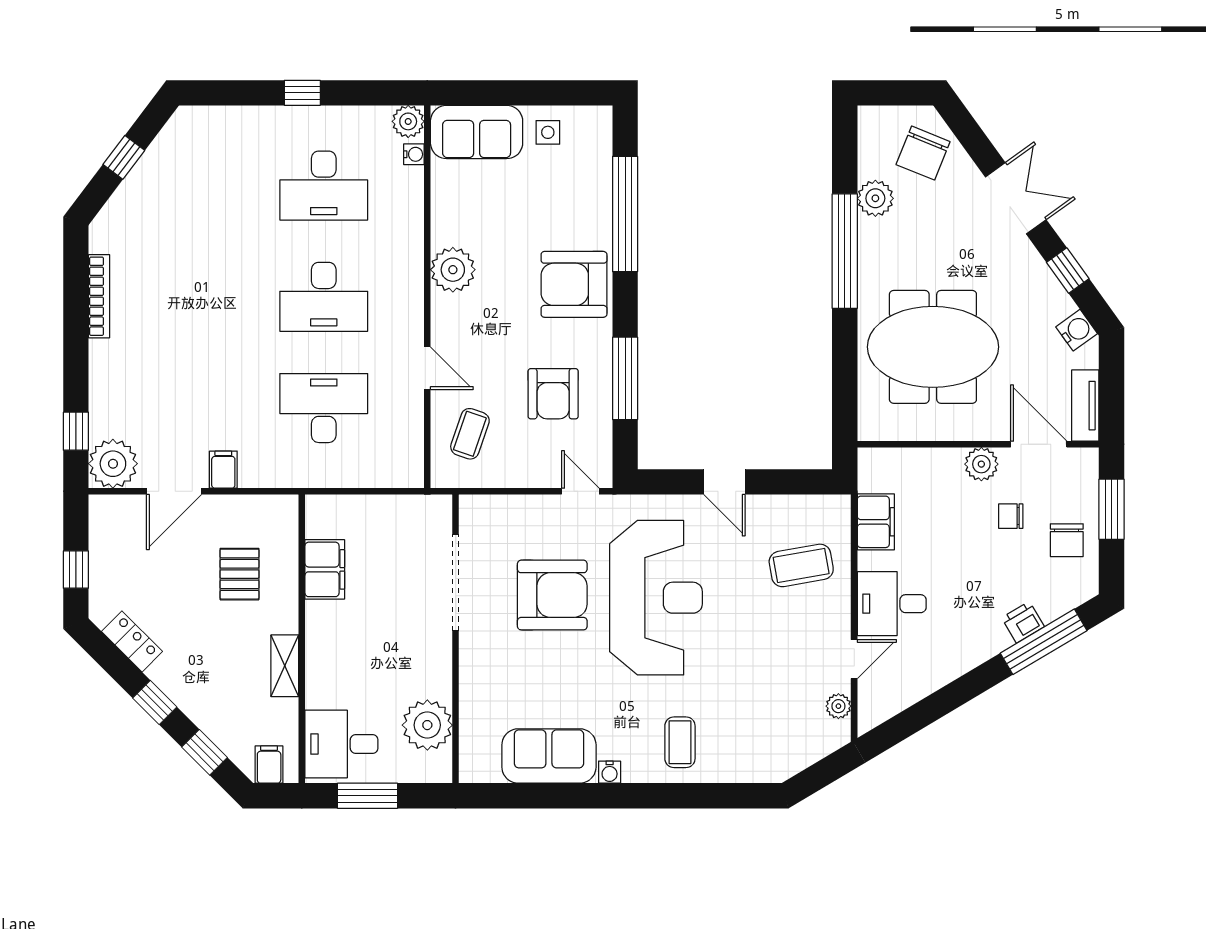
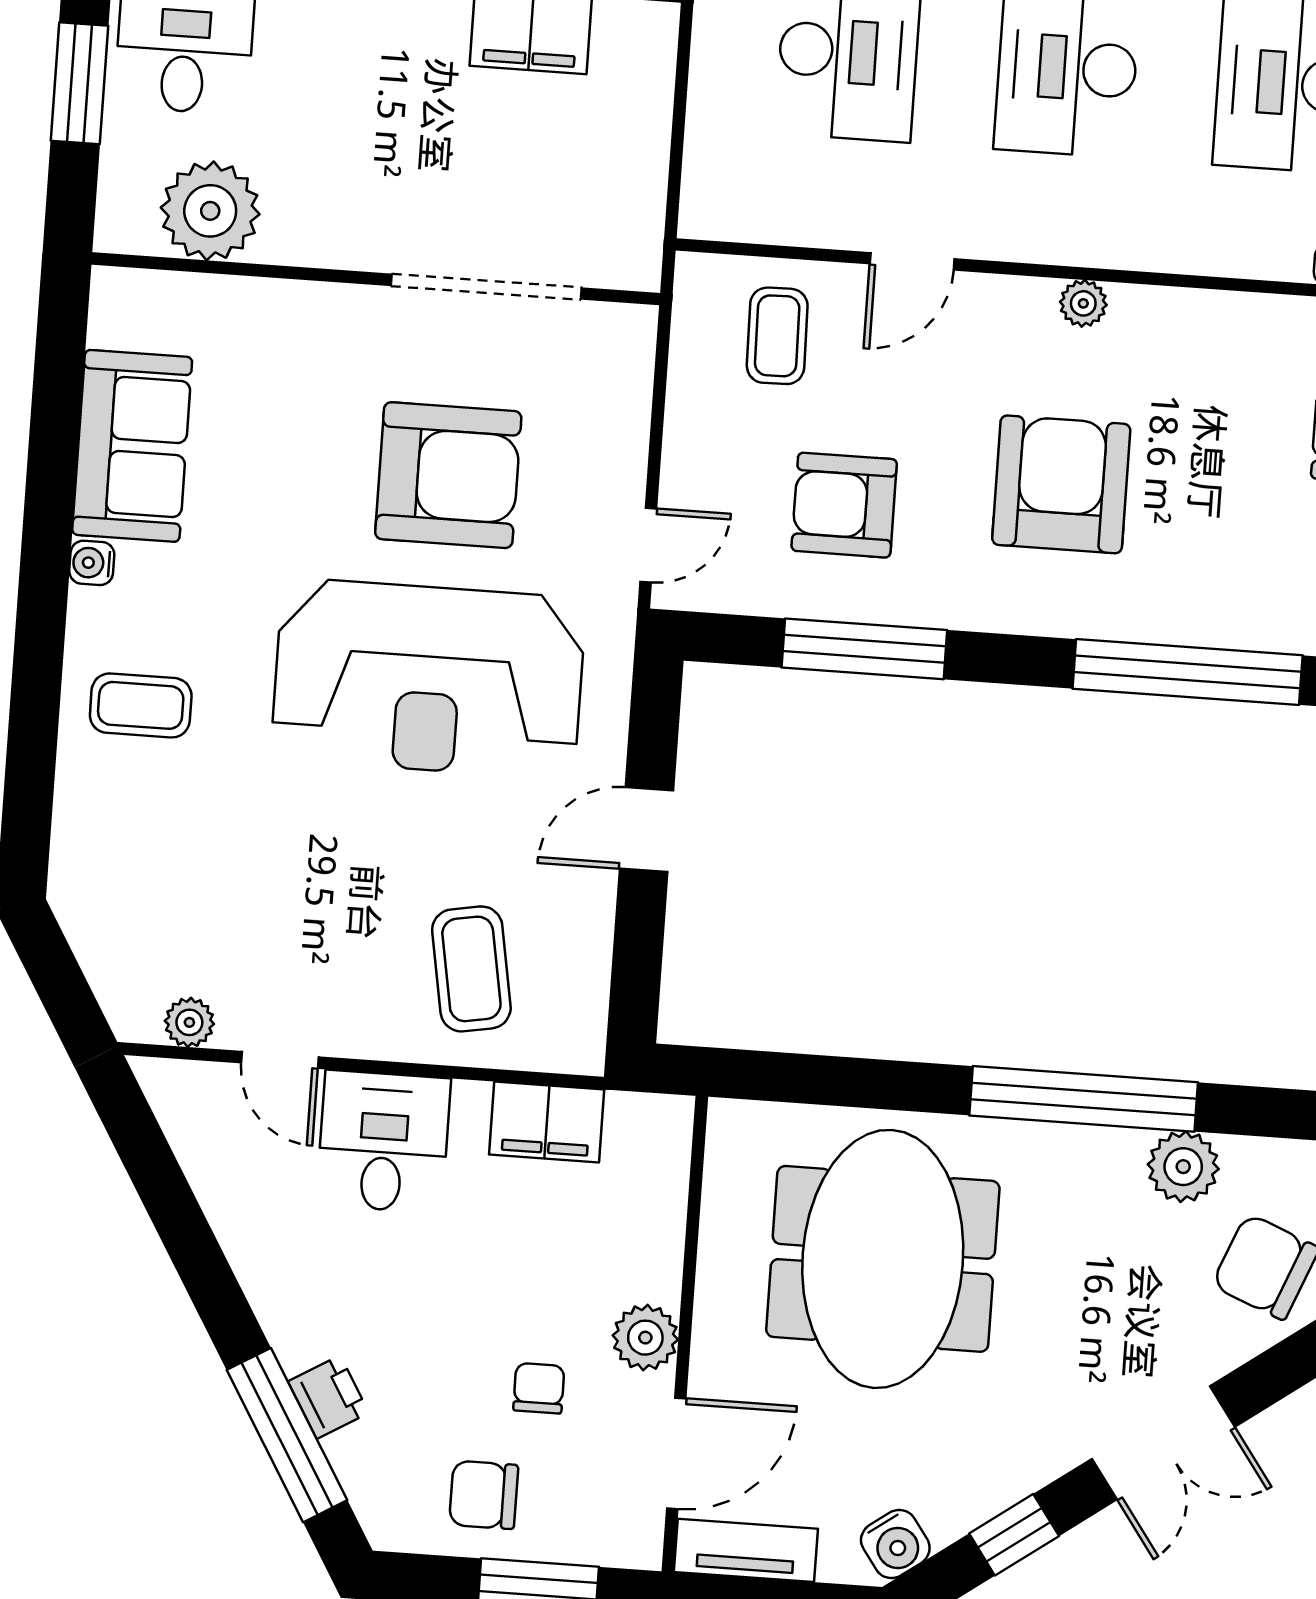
plant: (453, 270) -> (1083, 303), width x0.53, depth x0.53
armchair: (574, 284) -> (1061, 484), moved
coffee table: (470, 434) -> (777, 336), turned 70
armchair: (552, 595) -> (448, 475), turned -90

